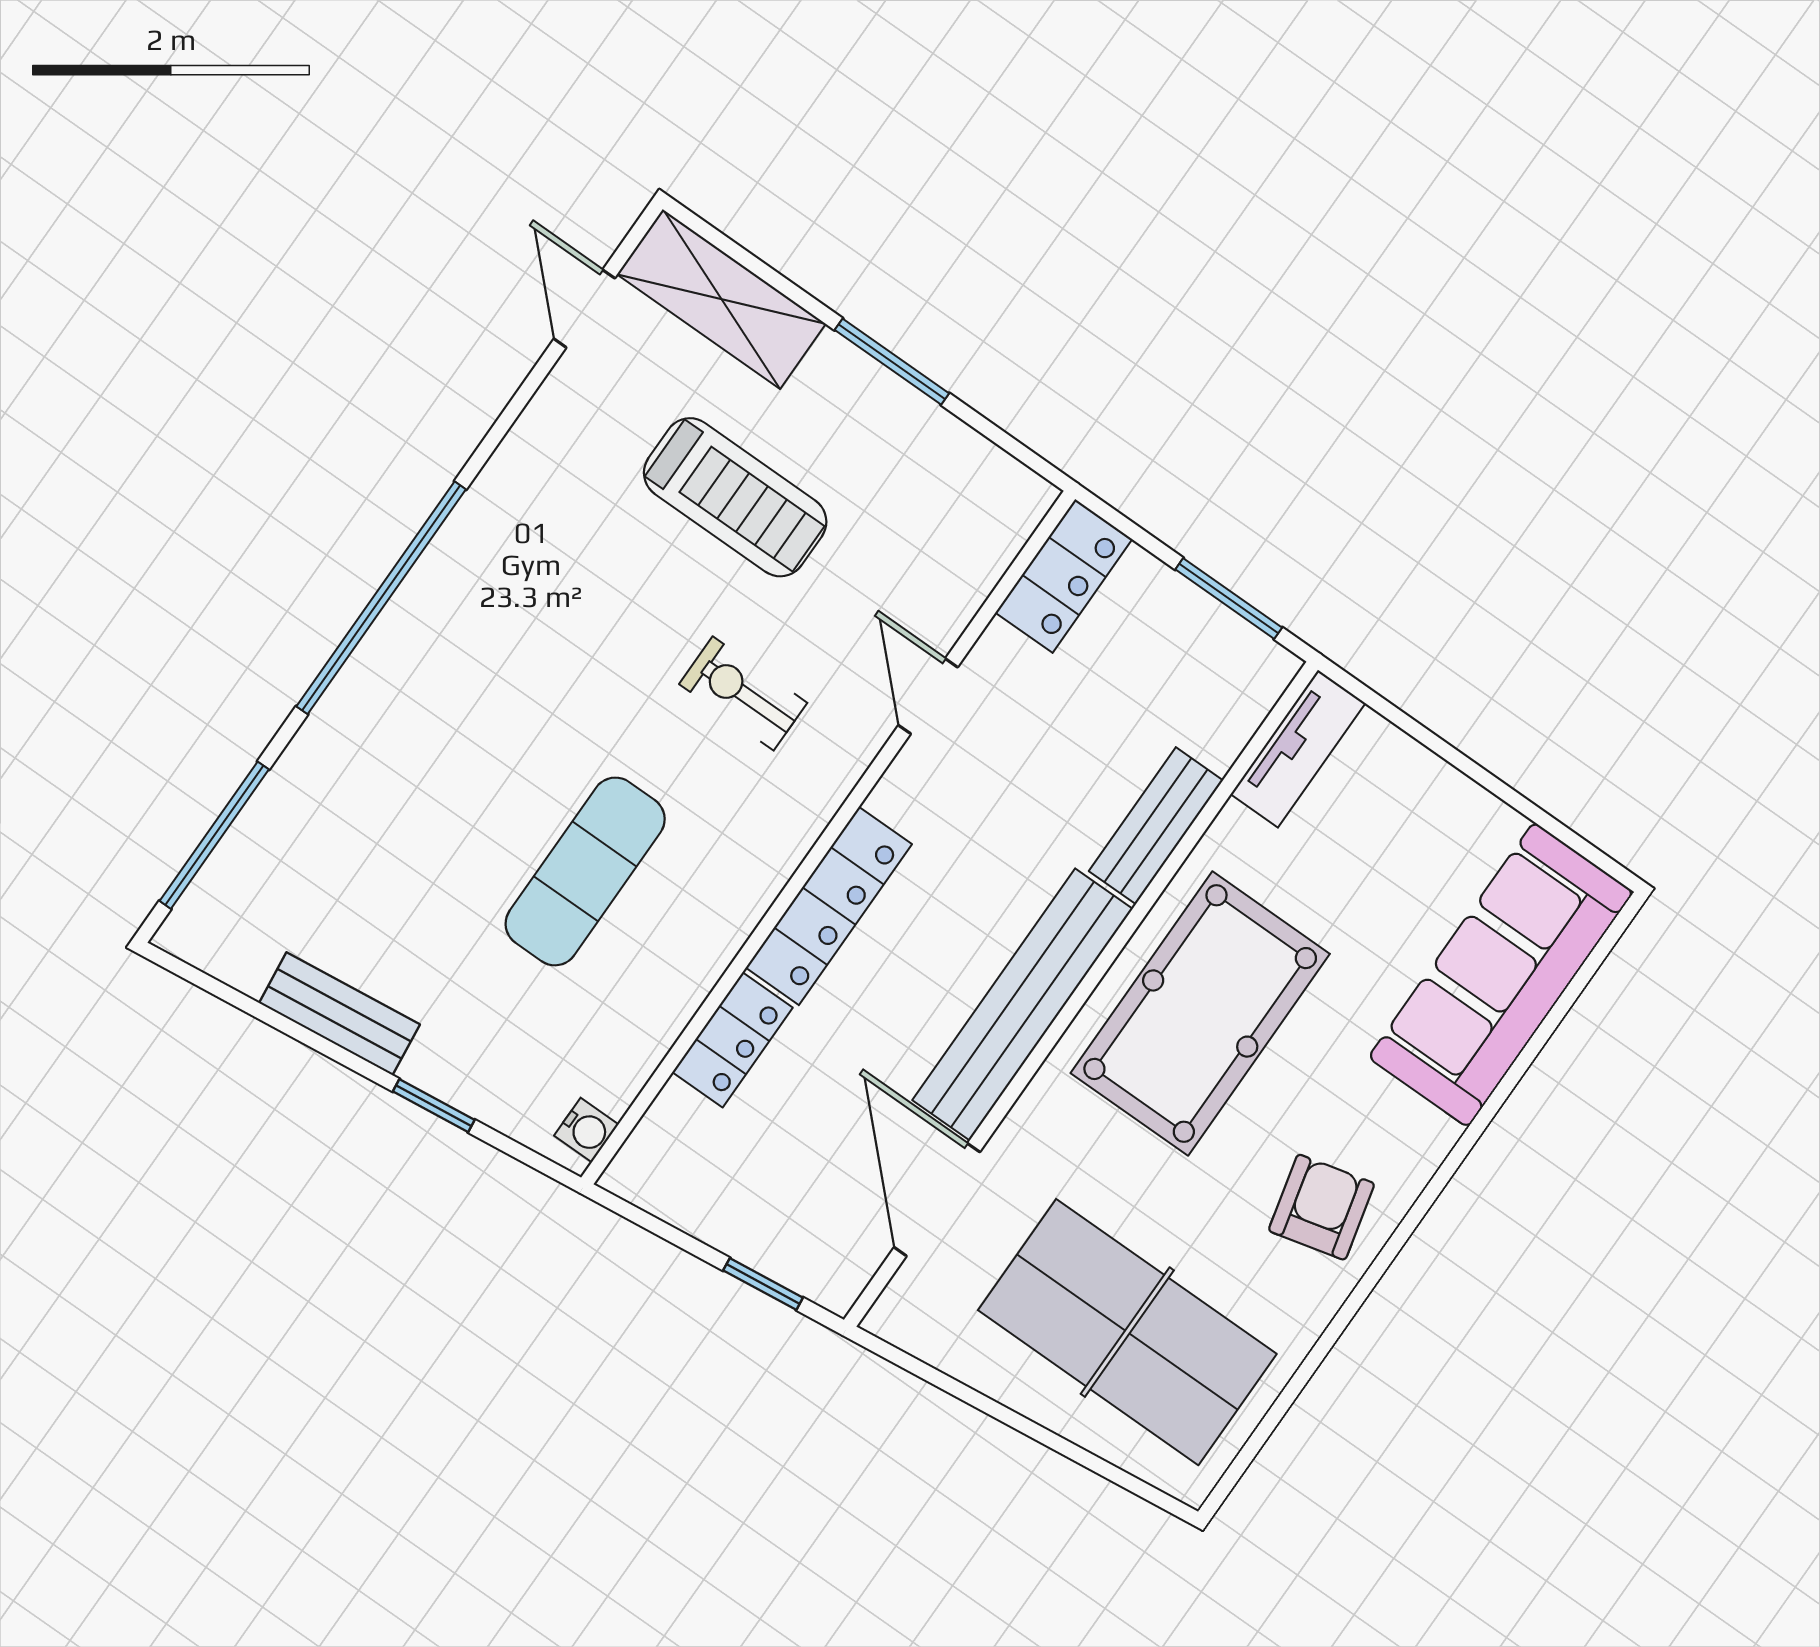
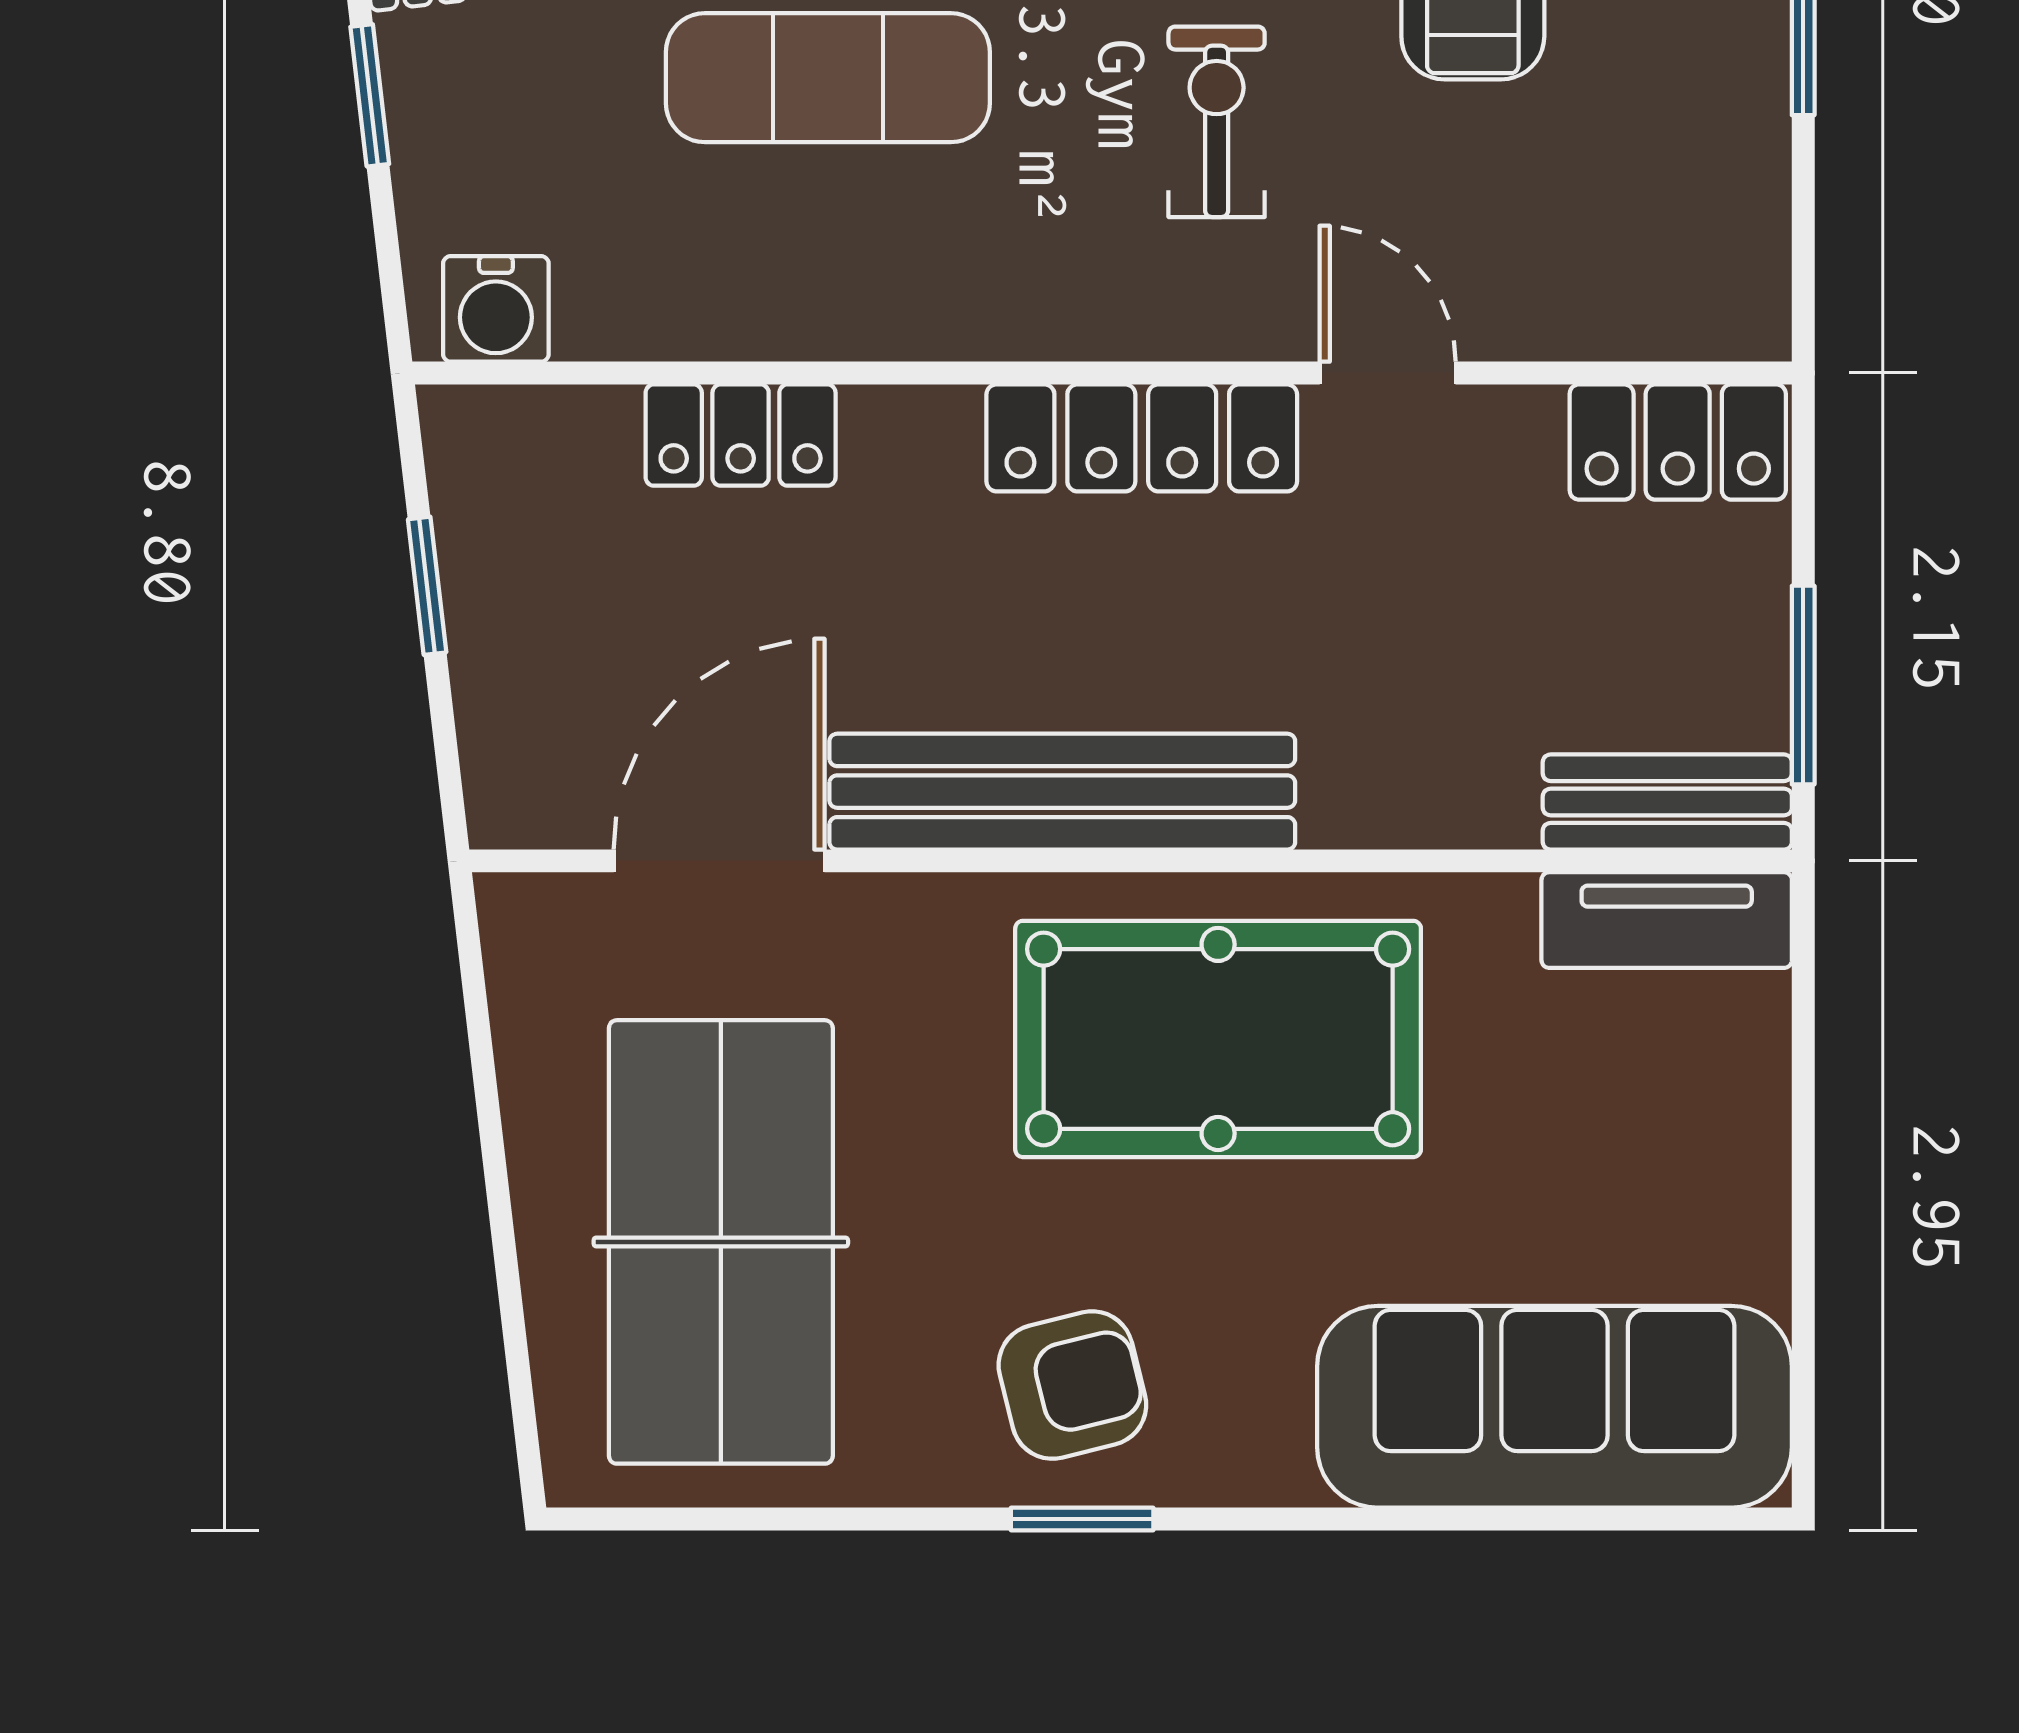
door: (928, 696) -> (1388, 373), hinge flipped
bench: (1156, 826) -> (1667, 802), moved
locker: (829, 906) -> (1142, 438), moved
water cooler: (586, 1130) -> (496, 309), width x1.38, depth x1.38
window: (1392, 1249) -> (1082, 1519), added
window: (763, 1284) -> (427, 586), moved

